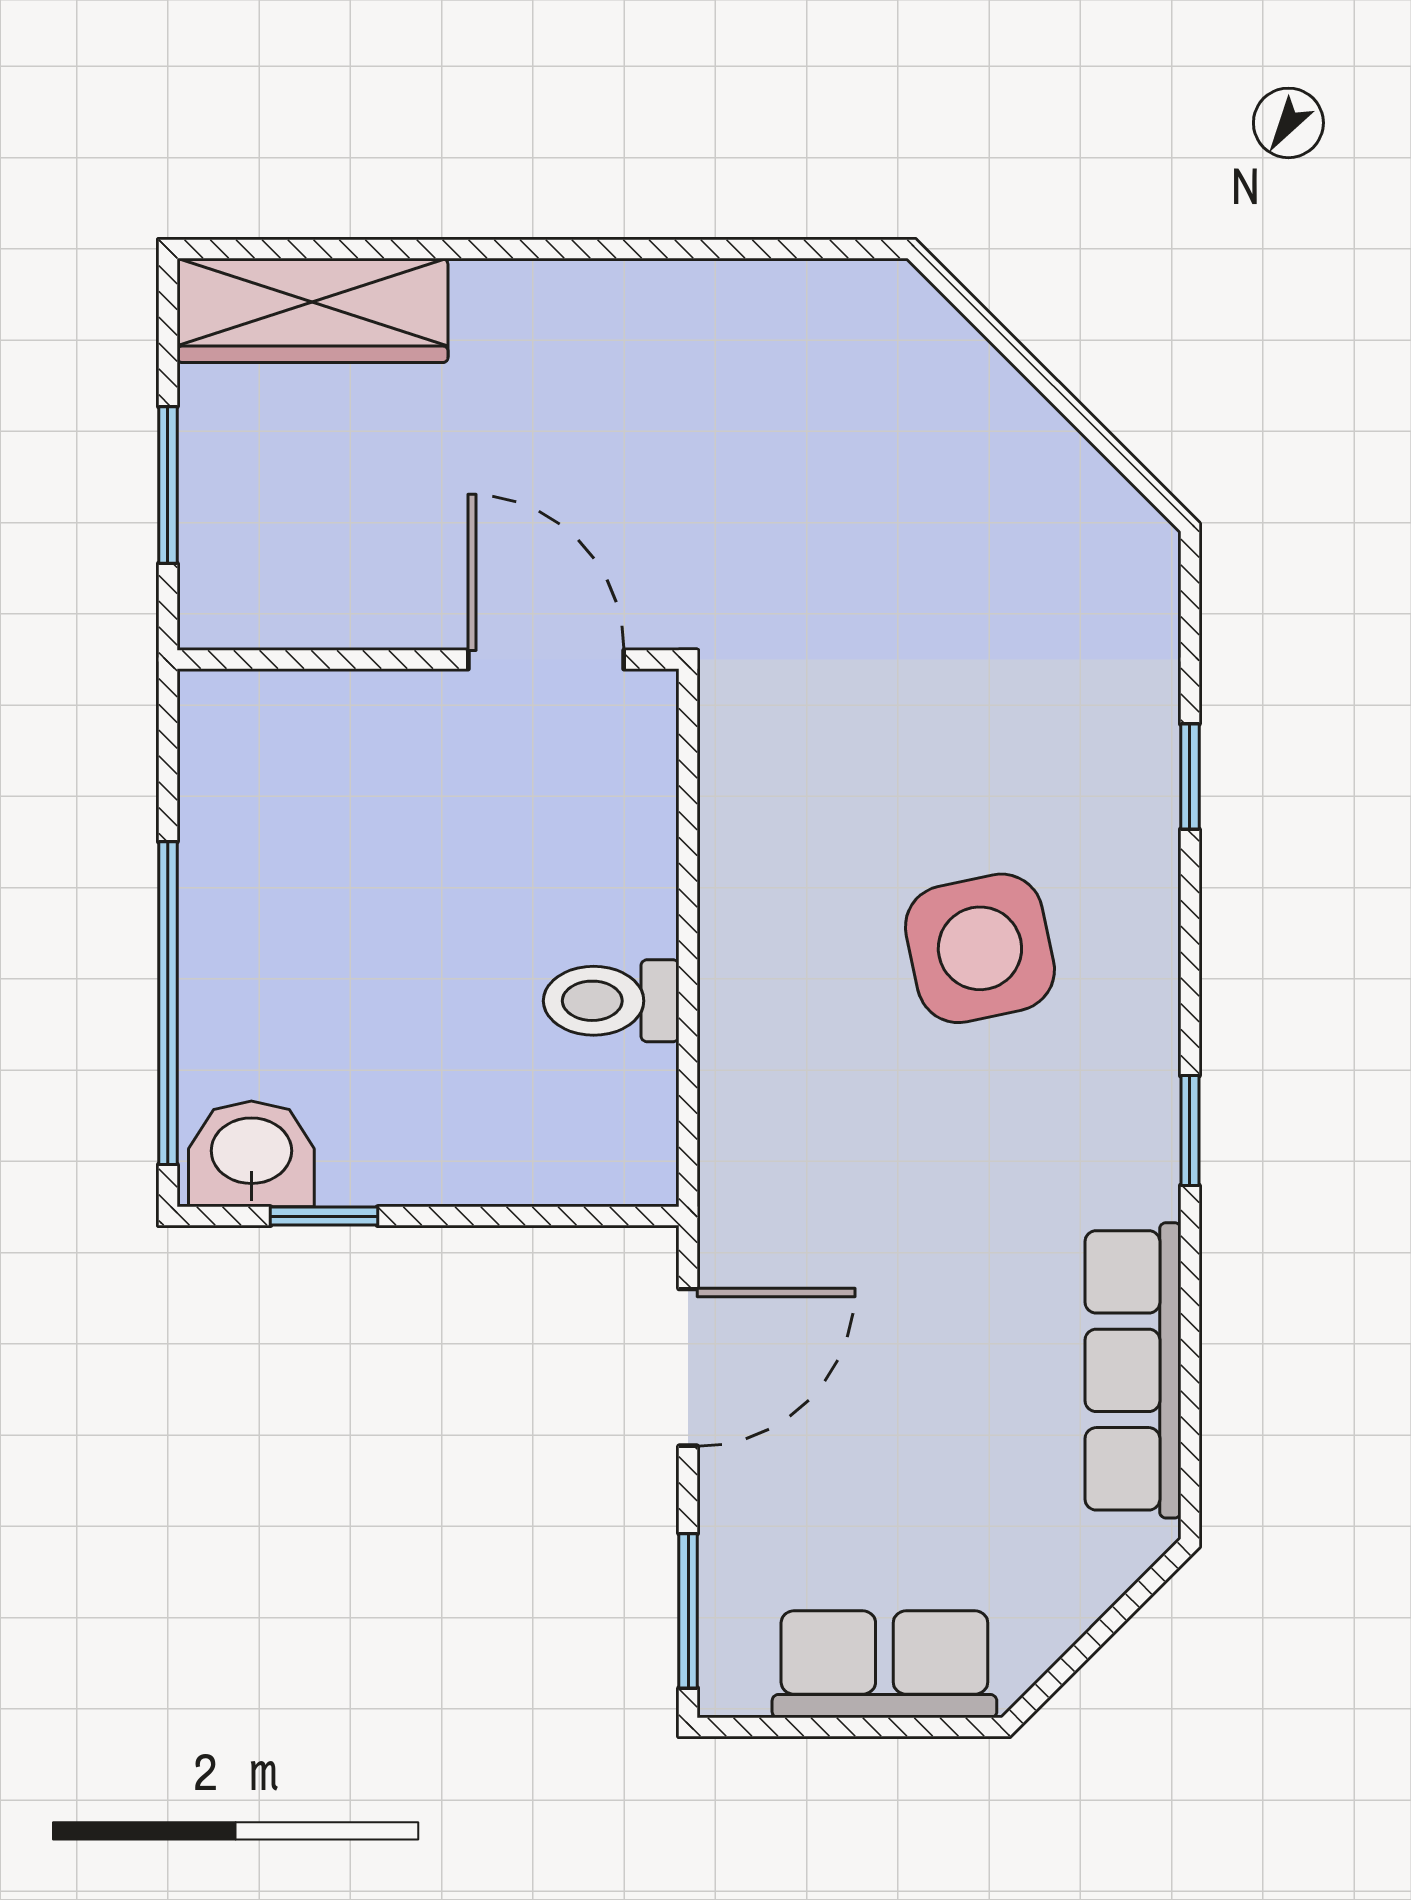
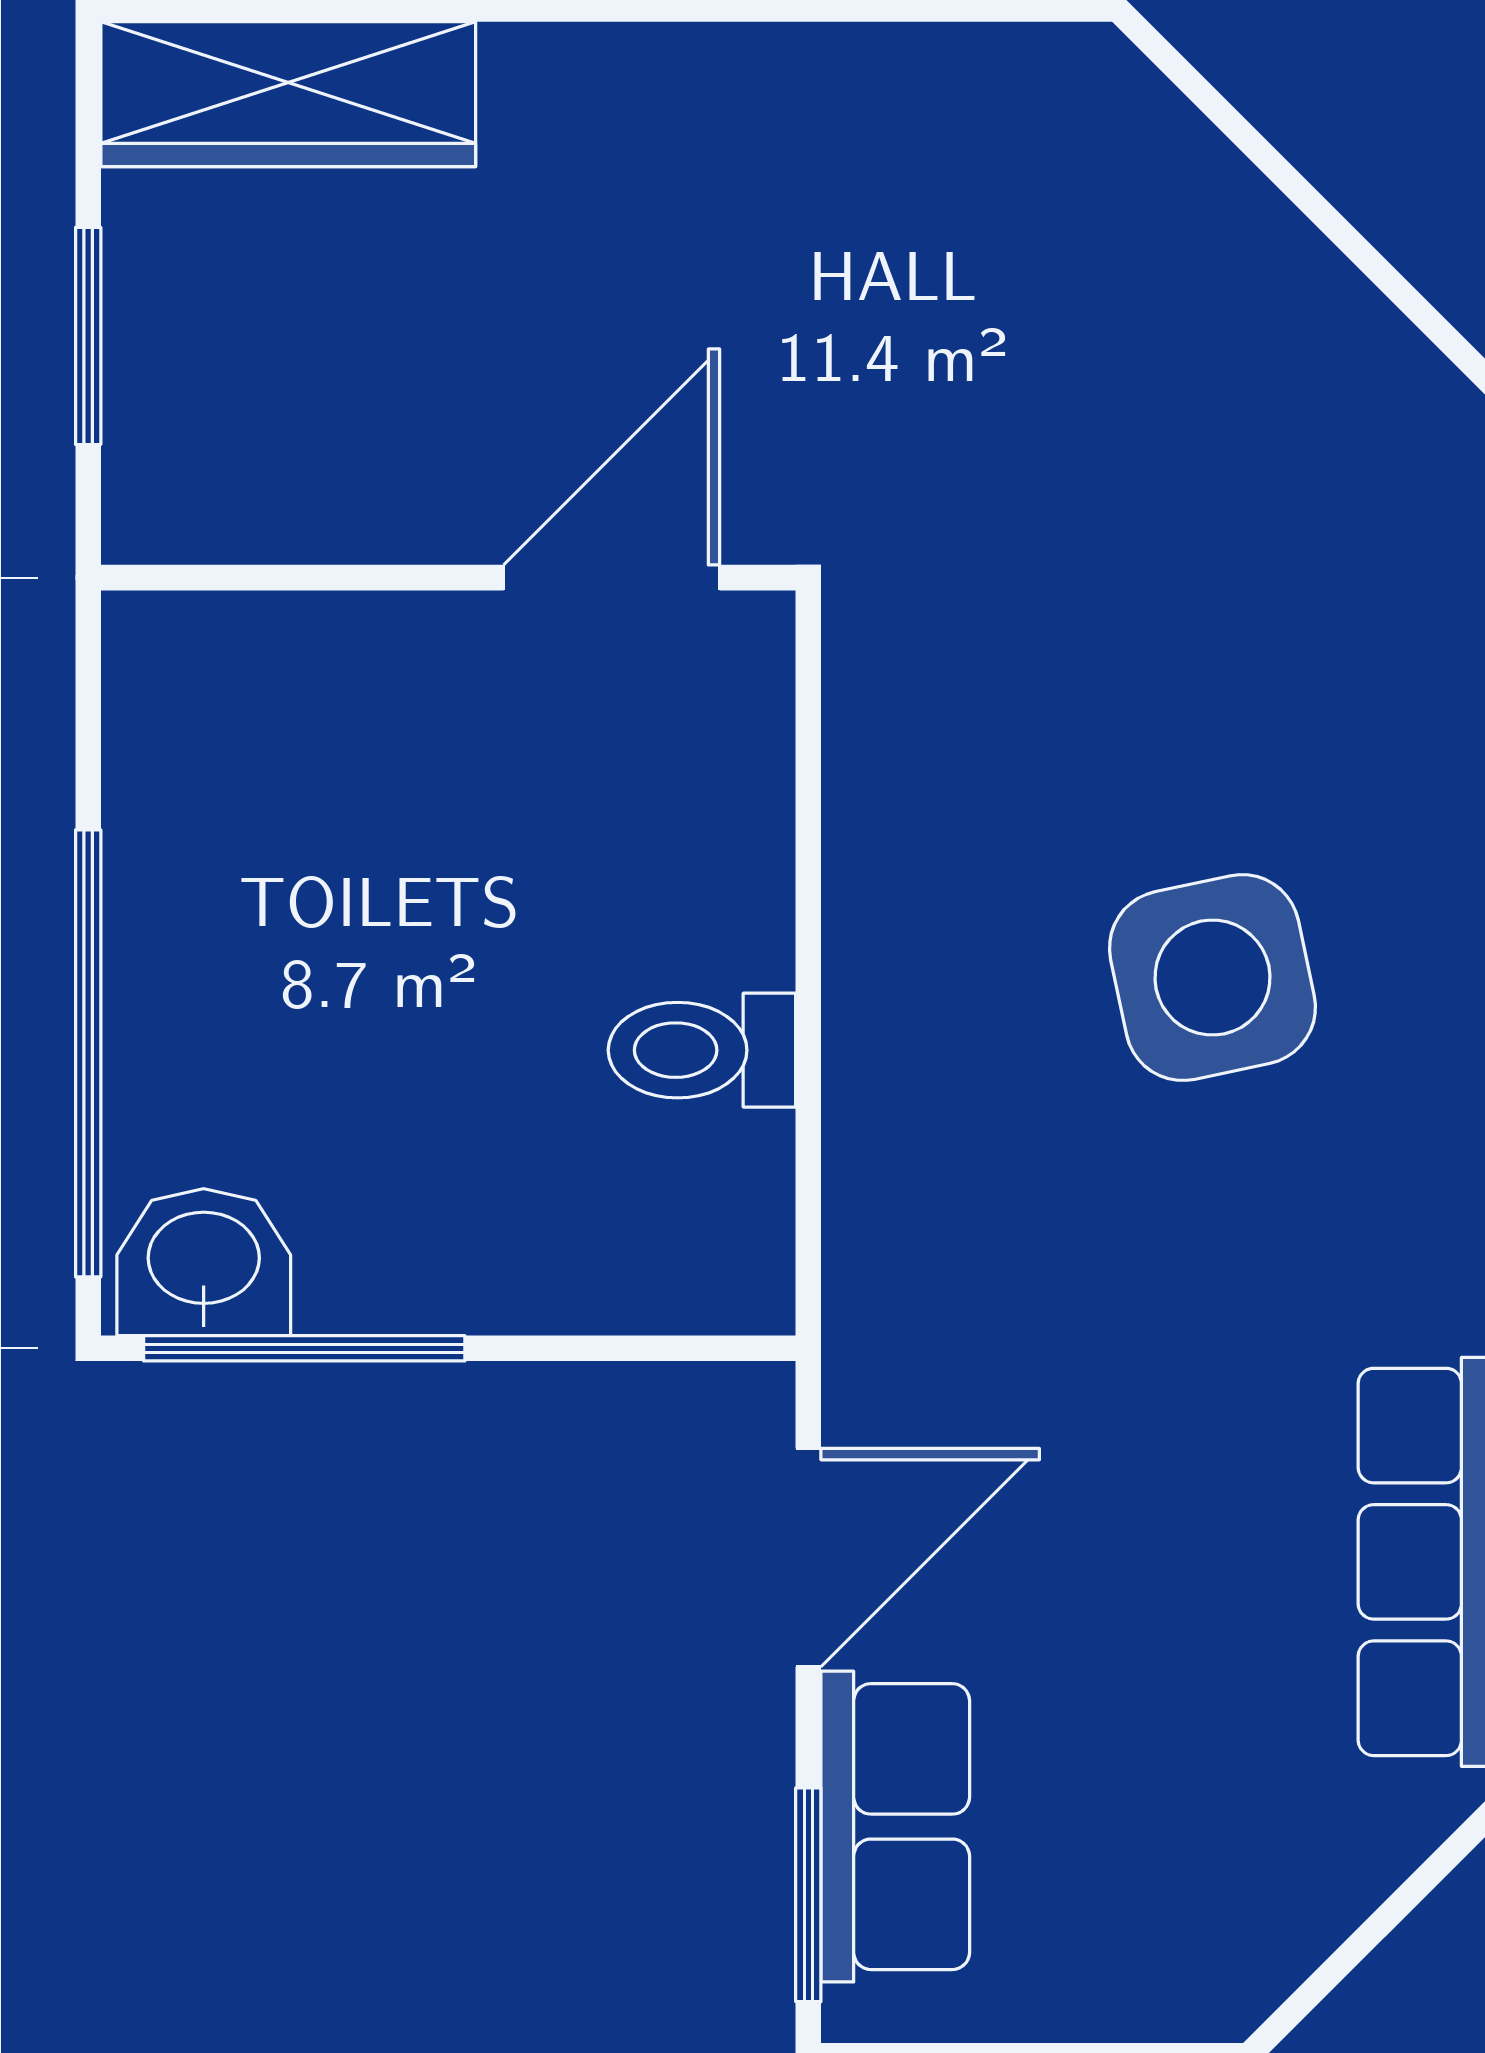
door: (546, 660) -> (612, 578), hinge flipped
window: (324, 1216) -> (304, 1348), width x2.17
row of seats: (884, 1664) -> (895, 1827), moved, turned 90

